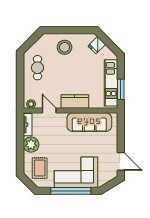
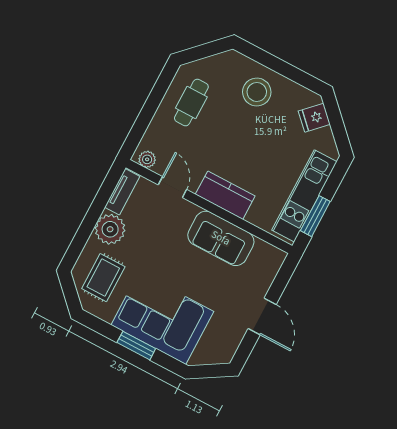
sofa: (89, 122) -> (221, 238), width x0.73
door: (121, 161) -> (262, 317), moved
window: (71, 191) -> (136, 346), width x0.47

